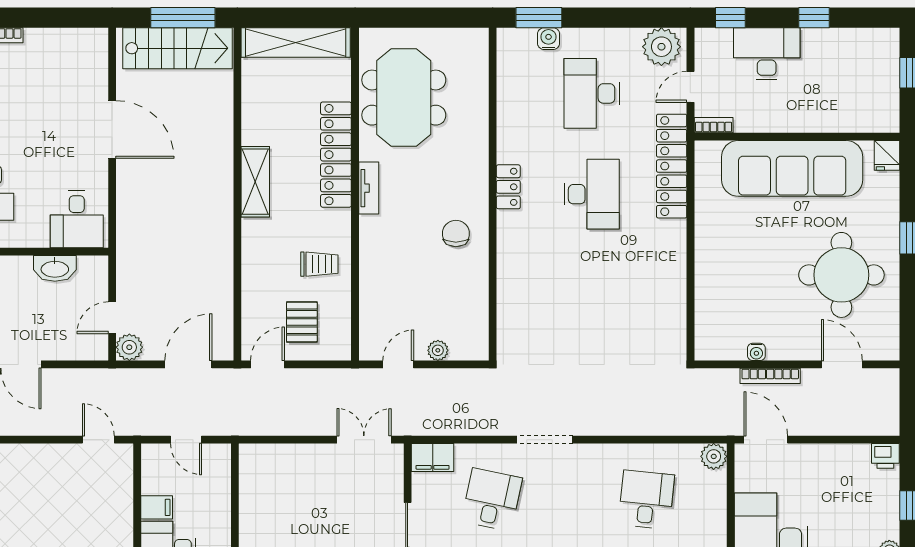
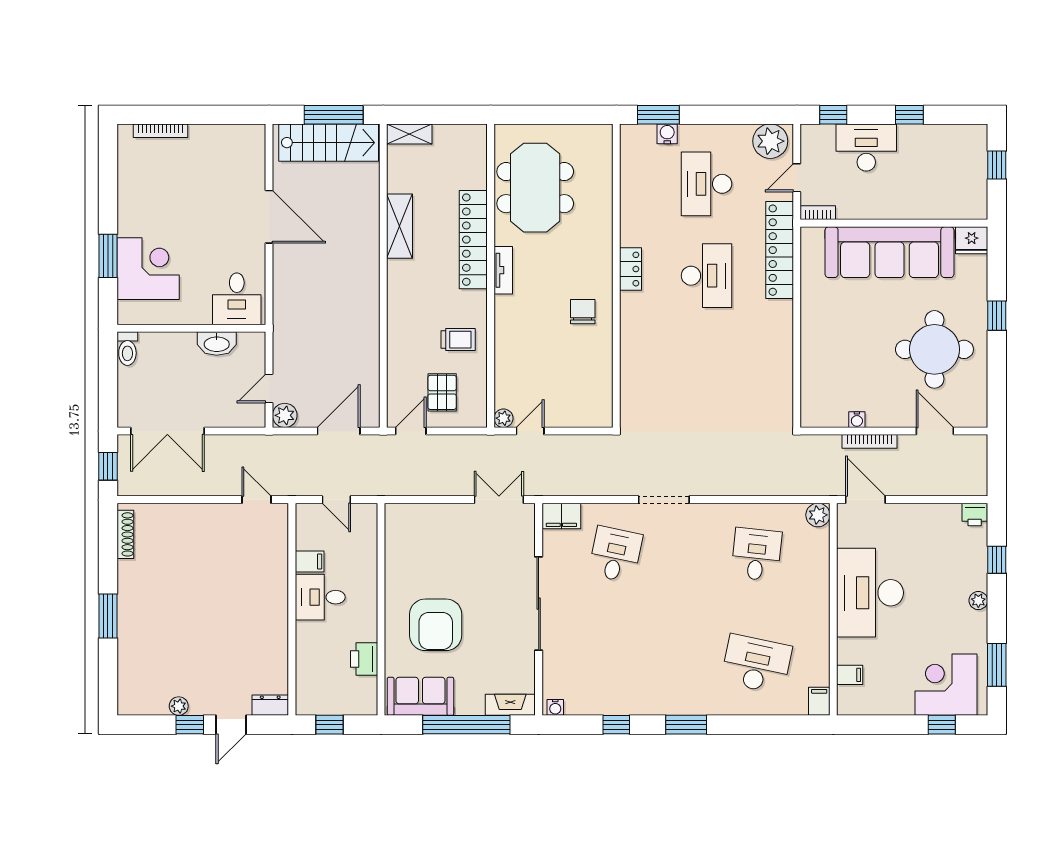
shelving: (296, 43) -> (409, 134), width x0.45, depth x0.75
fridge: (887, 155) -> (972, 240), width x1.38
shelving: (255, 182) -> (400, 226), moved
plant: (438, 350) -> (503, 418), moved

